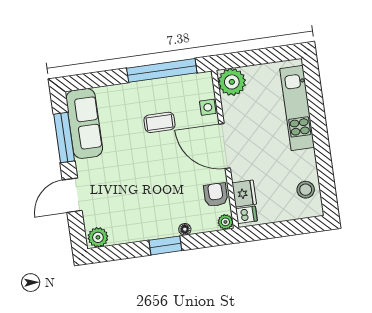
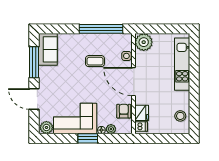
sofa: (84, 123) -> (48, 49), width x0.73
door: (72, 195) -> (34, 99), hinge flipped
corner sofa: (141, 217) -> (75, 118), added
plant: (225, 222) -> (111, 129), moved

